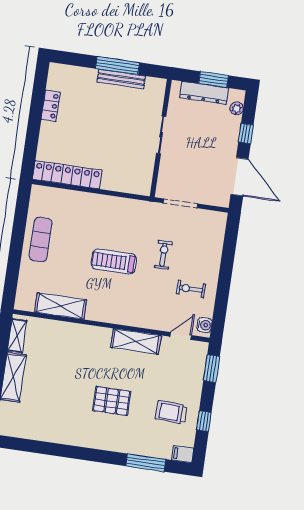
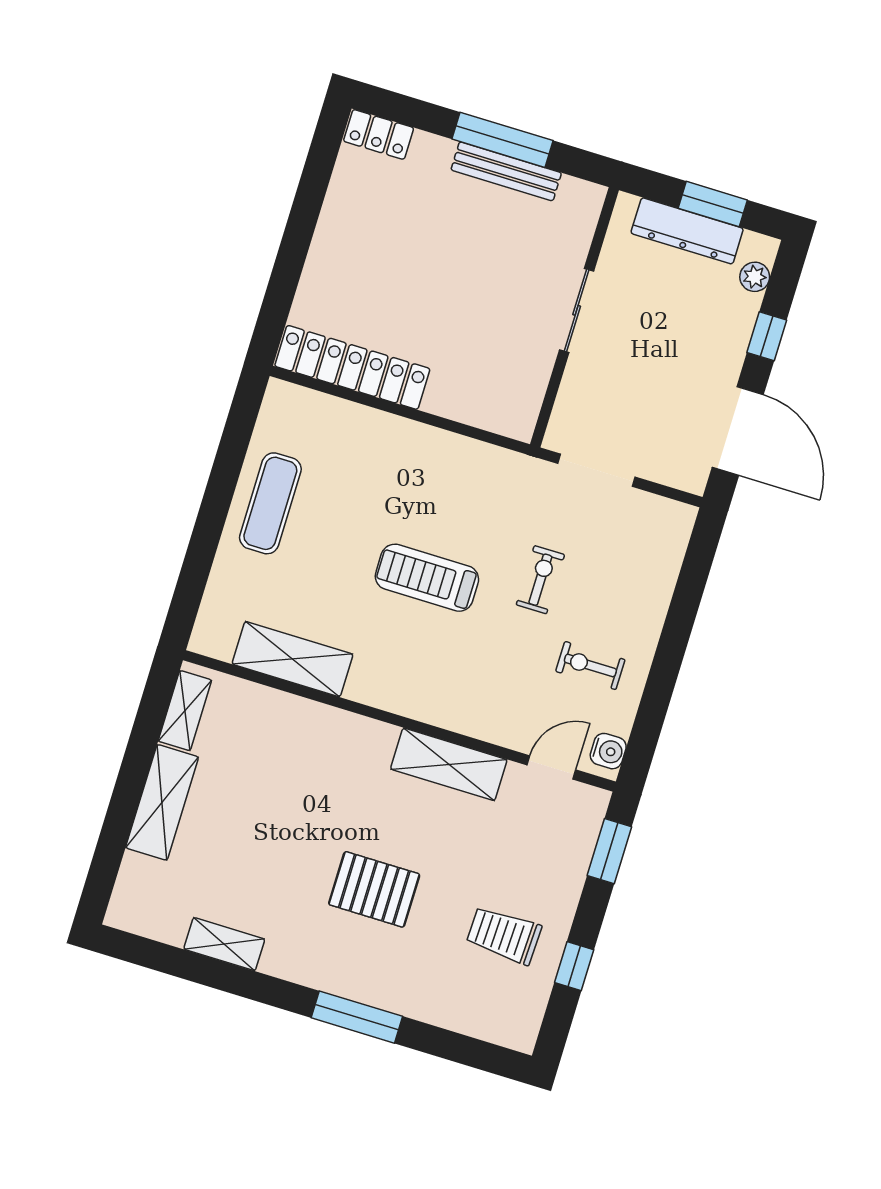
locker: (51, 106) -> (379, 134), moved, turned 90
shelving: (50, 435) -> (224, 944), added
filing cabinet: (183, 454) -> (515, 1033), removed
window: (146, 463) -> (357, 1017), moved

